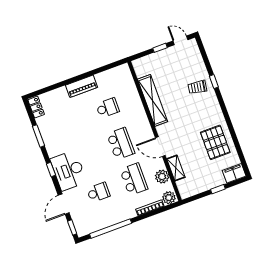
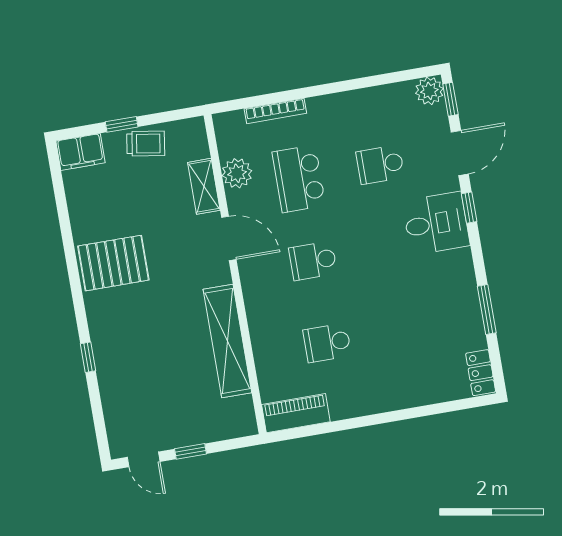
piano: (82, 86) -> (296, 413), moved
trolley: (197, 87) -> (146, 144), moved
pallet: (215, 142) -> (113, 263), moved, turned 90
school desk: (121, 144) -> (313, 261), width x0.54
window: (51, 170) -> (469, 208), moved
desk: (68, 170) -> (436, 223), width x0.73
plant: (169, 198) -> (429, 91), moved
window: (111, 229) -> (368, 82), removed

